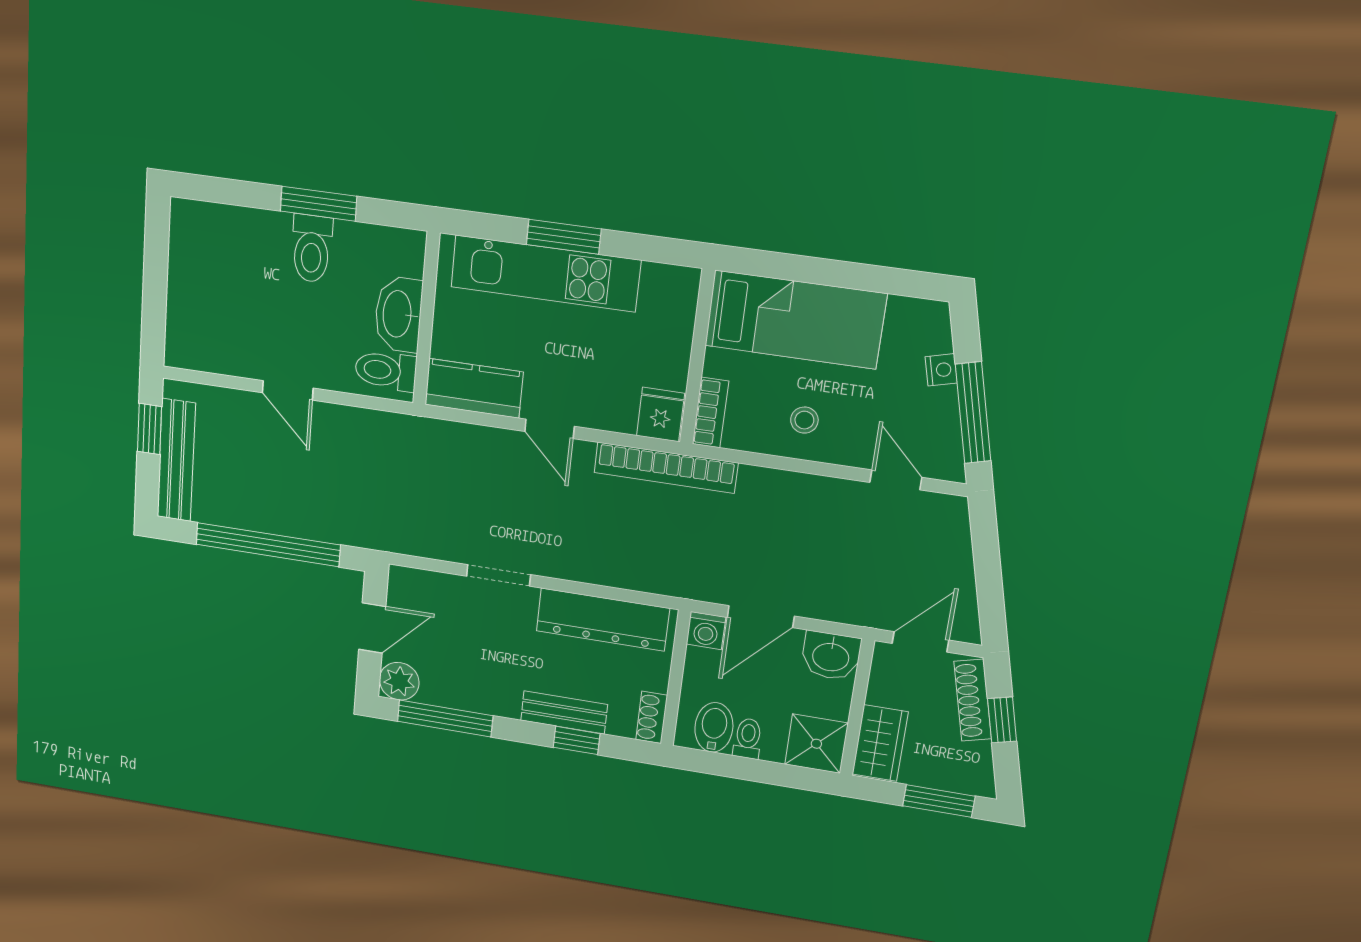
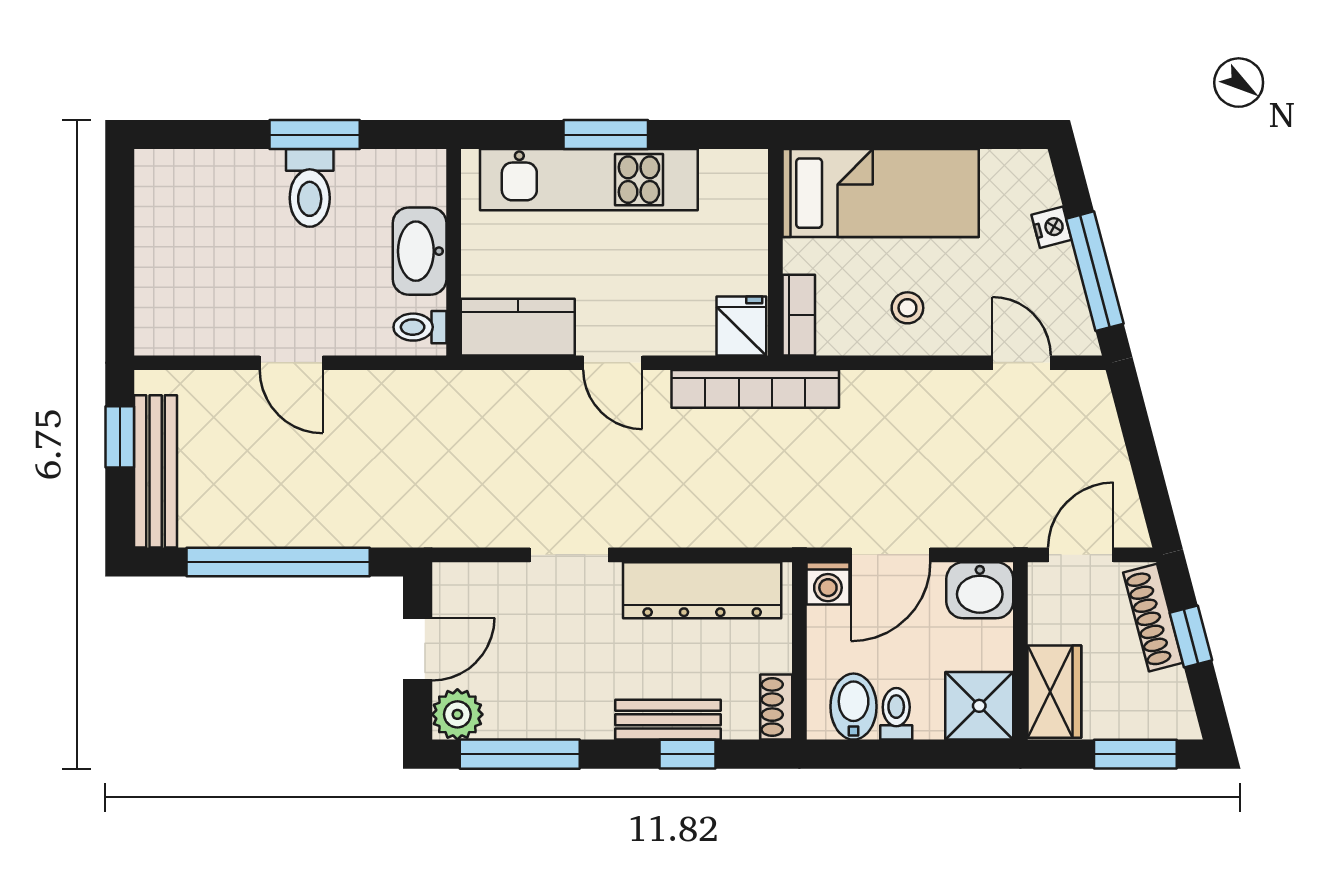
toilet: (386, 371) -> (420, 327), width x0.73, depth x0.72

